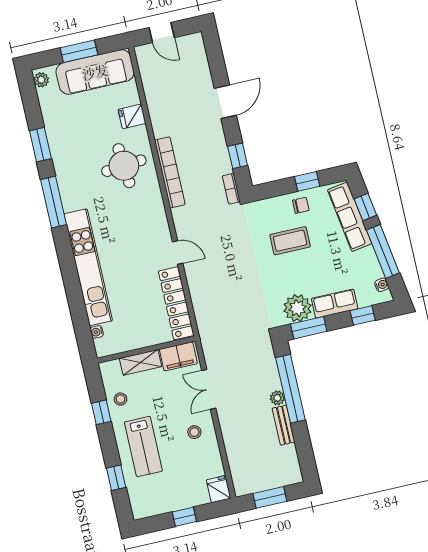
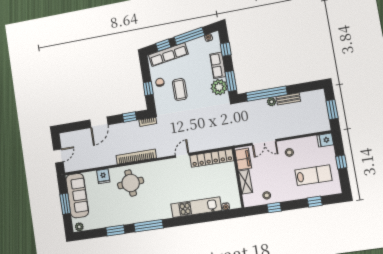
door: (225, 102) -> (99, 122), swing flipped
window: (307, 181) -> (148, 88), moved
kitchen unit: (88, 267) -> (196, 207), width x0.73
lab bench: (143, 447) -> (313, 175), moved

